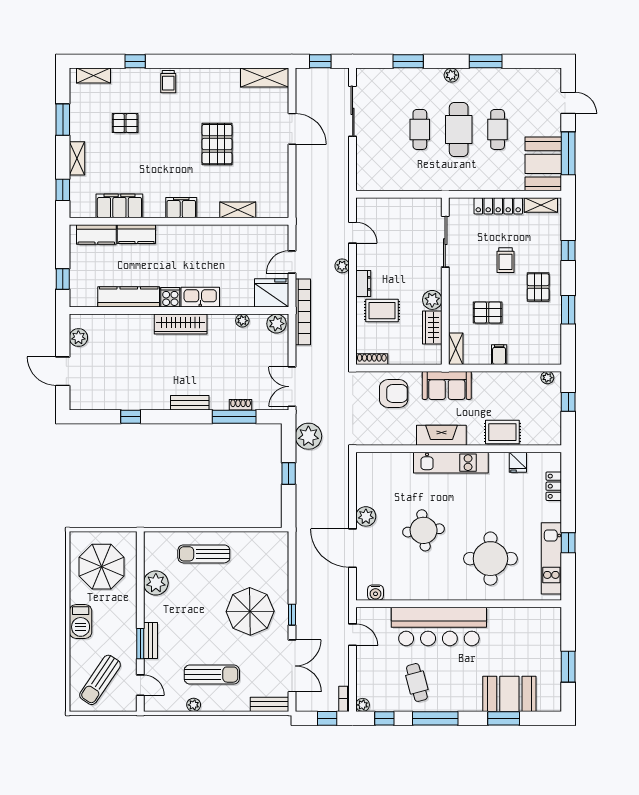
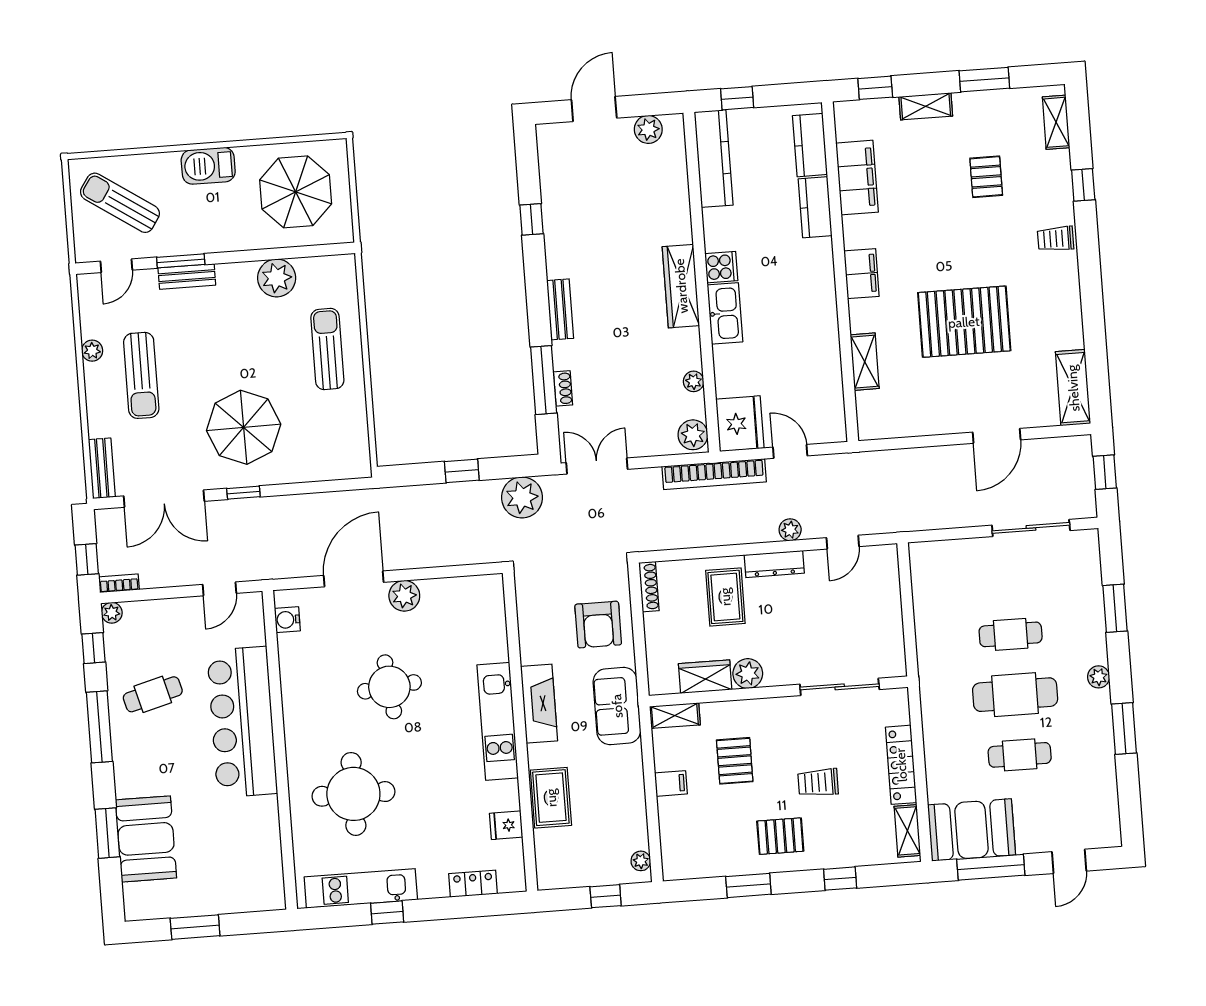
pallet: (217, 144) -> (964, 322), width x1.37, depth x1.41
dresser: (363, 283) -> (774, 564), width x1.44
kitchen counter: (129, 297) -> (714, 158), moved

